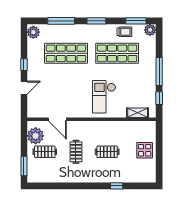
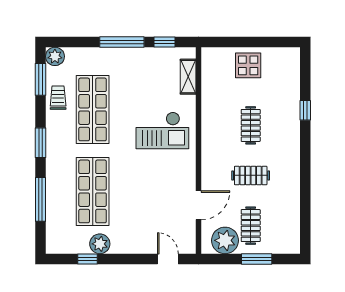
plant: (33, 32) -> (100, 244), moved
window: (24, 65) -> (87, 259), moved
door: (24, 88) -> (168, 259), moved
window: (24, 166) -> (257, 259), moved

